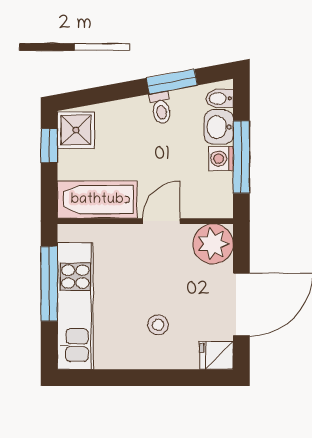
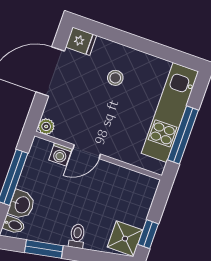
toilet: (161, 108) -> (77, 236), moved
washing machine: (221, 159) -> (60, 154), moved, turned 90
bathtub: (97, 200) -> (127, 183), removed
plant: (213, 244) -> (46, 126), width x0.53, depth x0.53

